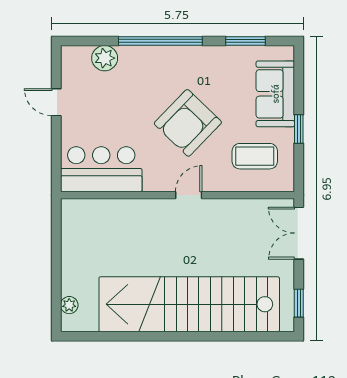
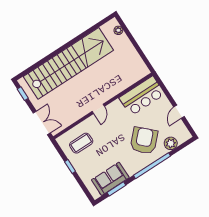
sofa: (275, 94) -> (110, 179), moved, turned -90
door: (56, 102) -> (179, 112), swing flipped
armchair: (188, 123) -> (144, 141), moved

